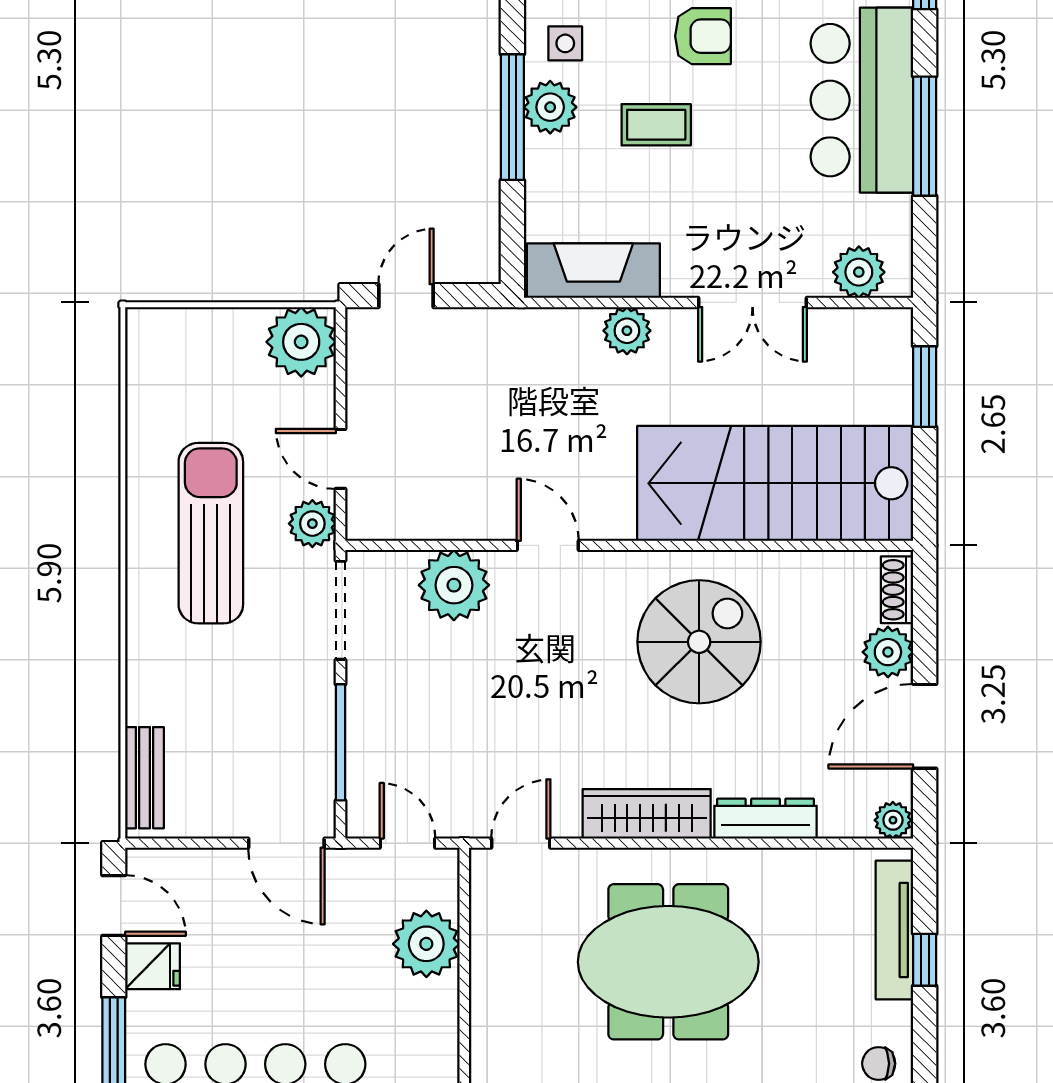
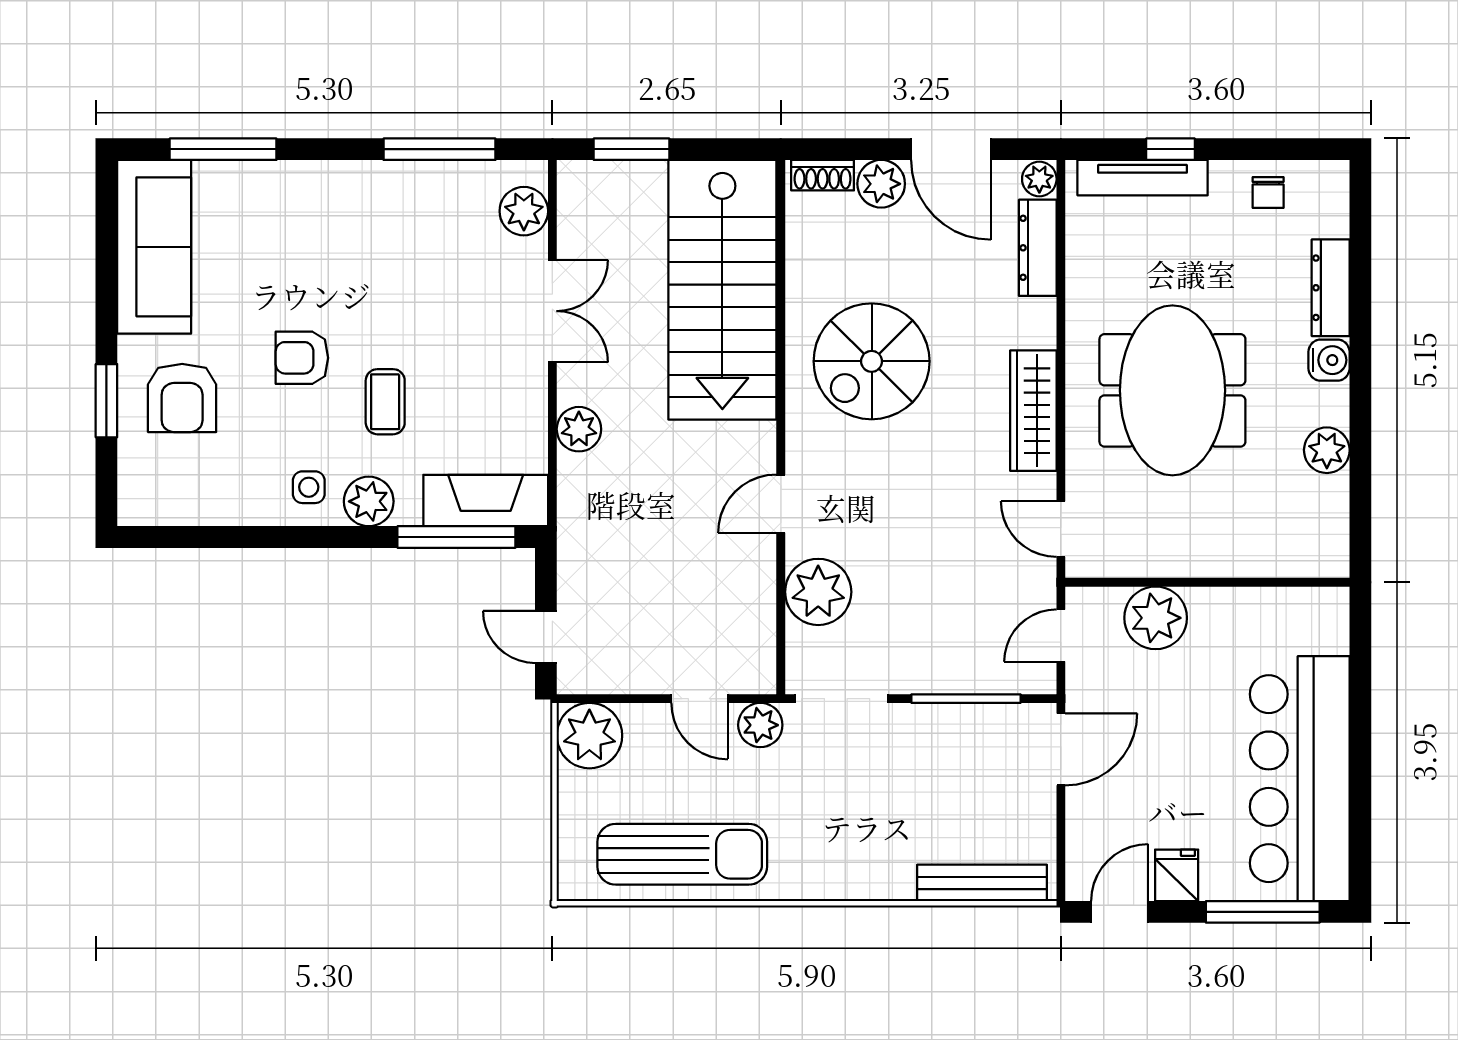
armchair: (703, 36) -> (302, 358), turned -90
bar counter: (862, 100) -> (362, 208), removed
window: (512, 117) -> (456, 537), moved
window: (925, 136) -> (440, 149), moved
fireplace: (593, 271) -> (486, 501), moved, turned 90
door: (341, 459) -> (700, 699), hinge flipped
sun lounger: (211, 533) -> (682, 854), moved, turned 180
spiral stairs: (699, 642) -> (872, 361), turned -90
bench: (144, 778) -> (982, 883), width x1.36
dresser: (766, 819) -> (1038, 248), moved

